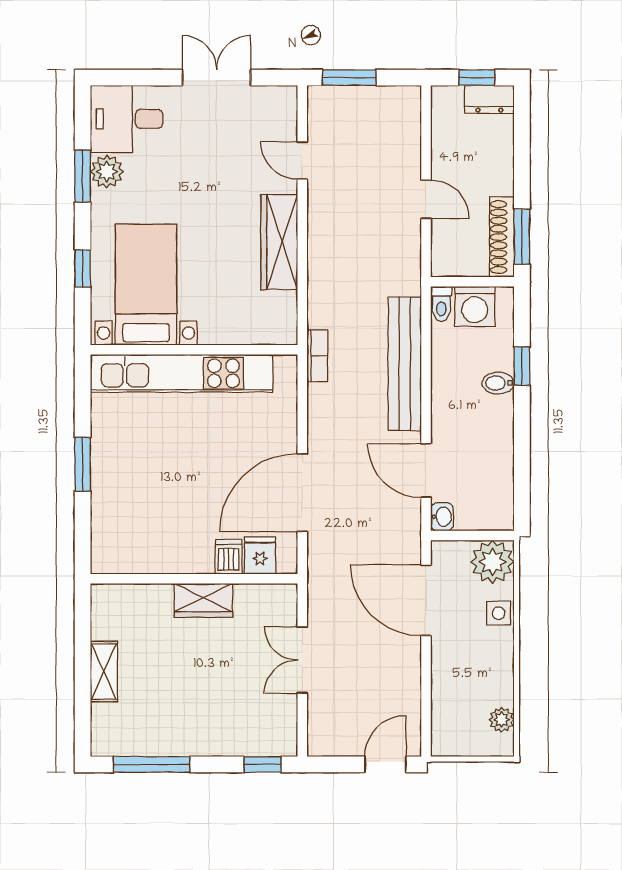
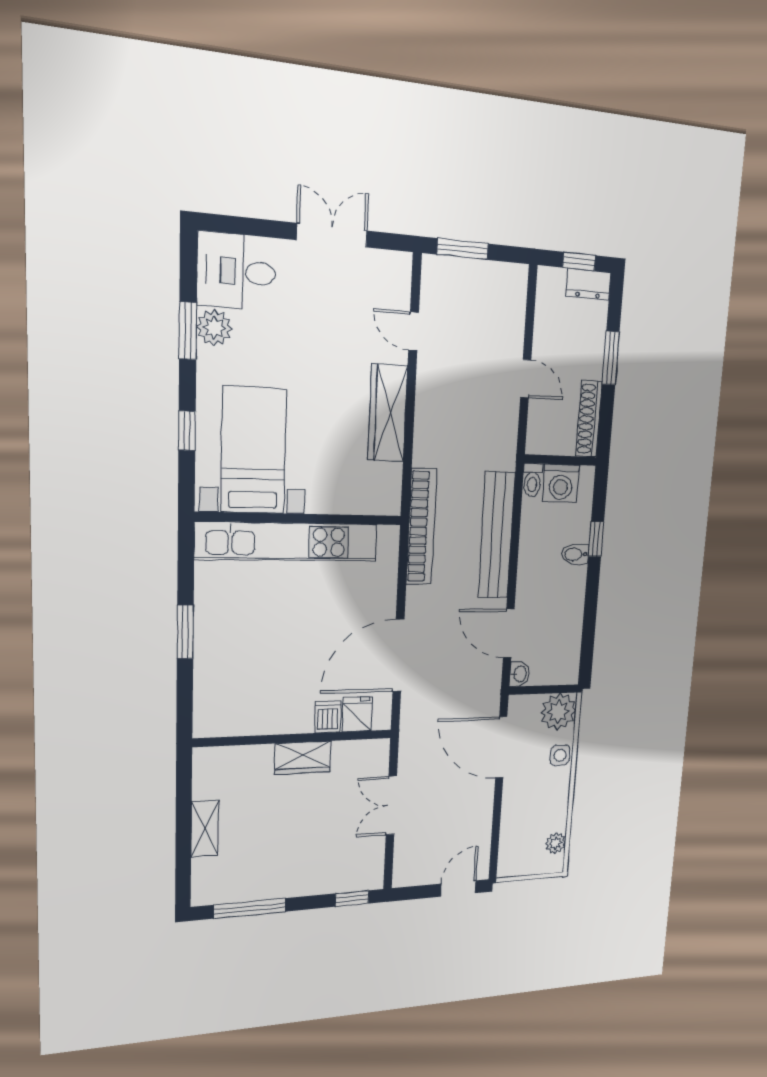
window: (522, 237) -> (611, 358), moved
bookcase: (317, 356) -> (421, 527), width x2.31, depth x1.31

